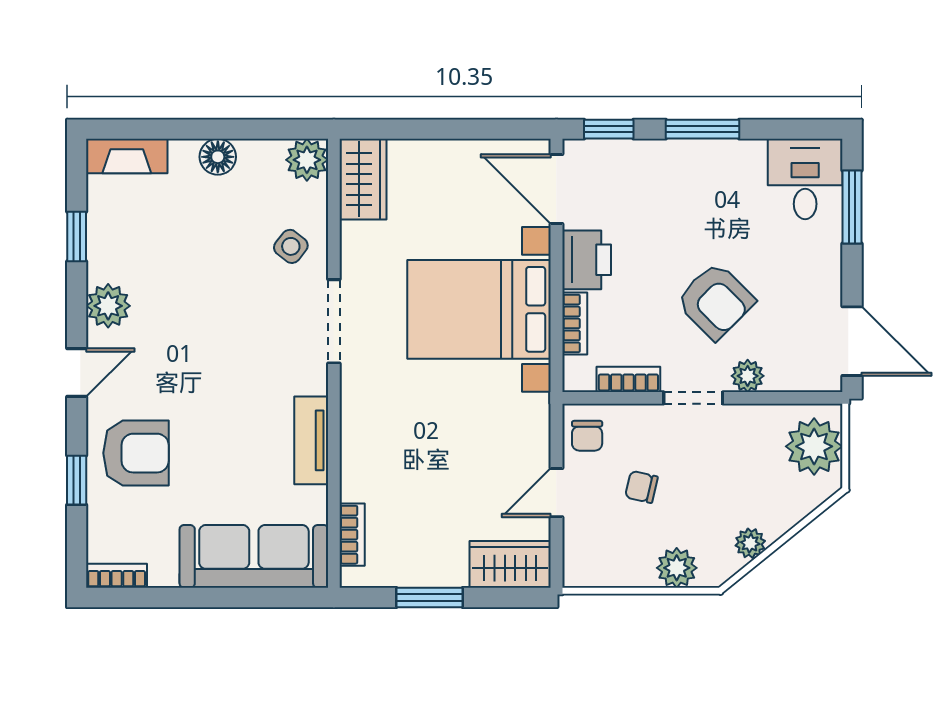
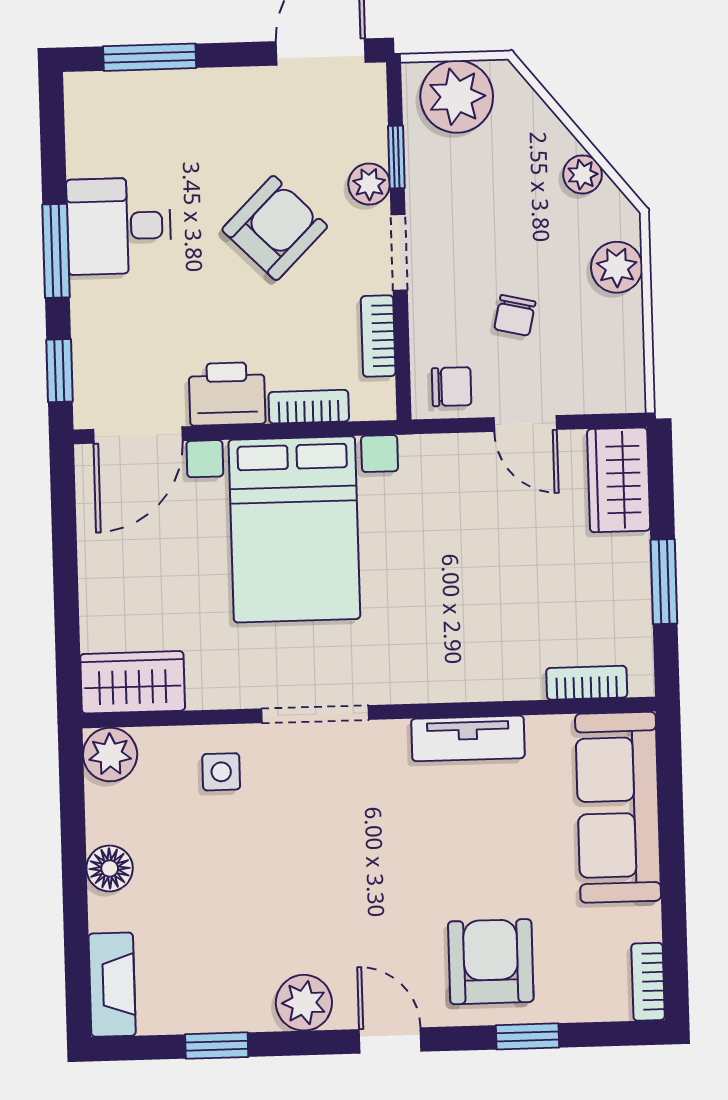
desk: (805, 179) -> (119, 226), moved
side table: (291, 246) -> (221, 772), turned -38
window: (768, 398) -> (396, 157), added

